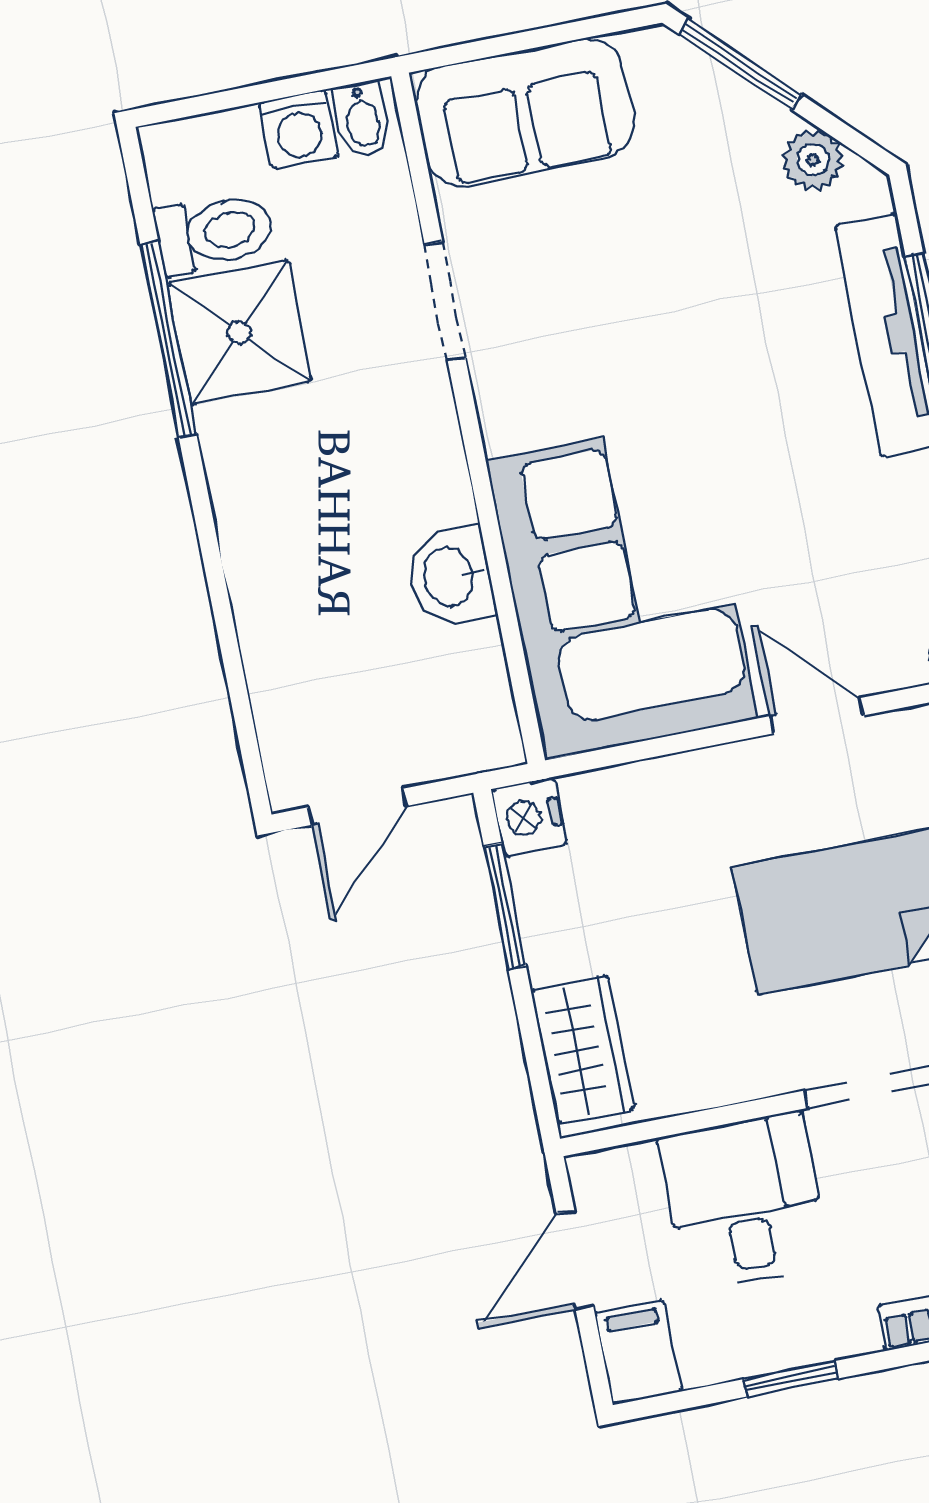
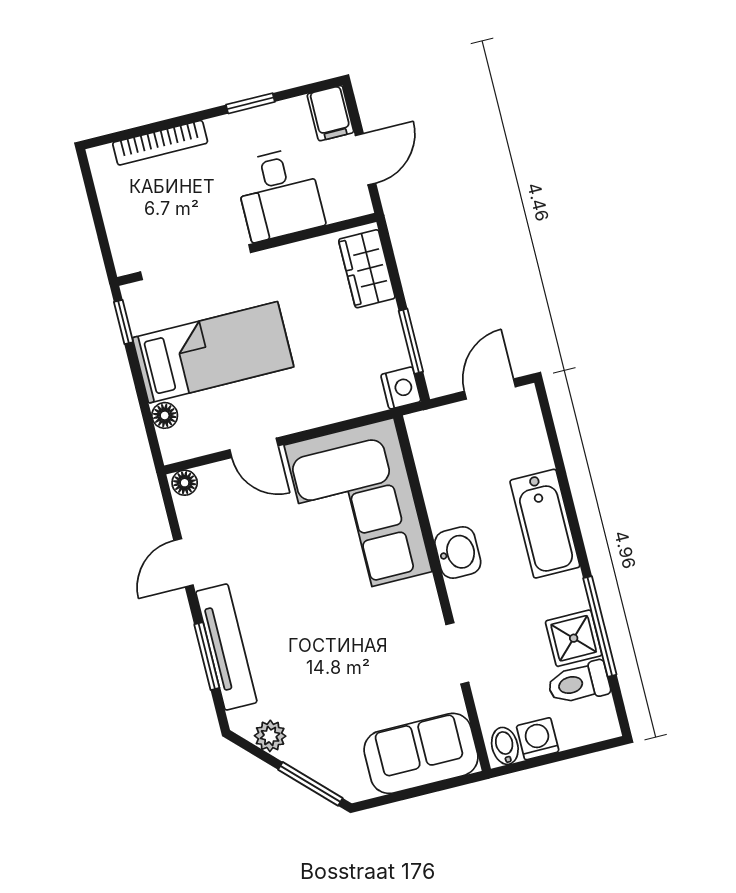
shower: (239, 332) -> (574, 638), width x0.73, depth x0.73
bathtub: (264, 542) -> (545, 524), added
washbasin: (451, 577) -> (458, 552), moved

